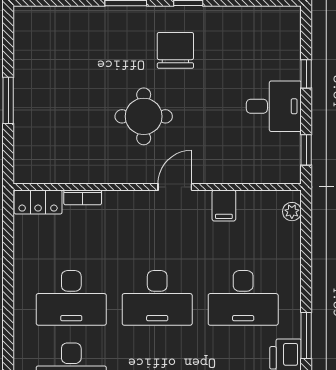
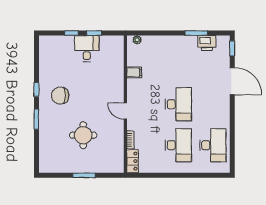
round table: (144, 116) -> (83, 135), moved
window: (306, 150) -> (94, 33), moved
door: (175, 187) -> (125, 111), moved
desk: (243, 298) -> (178, 63), removed

